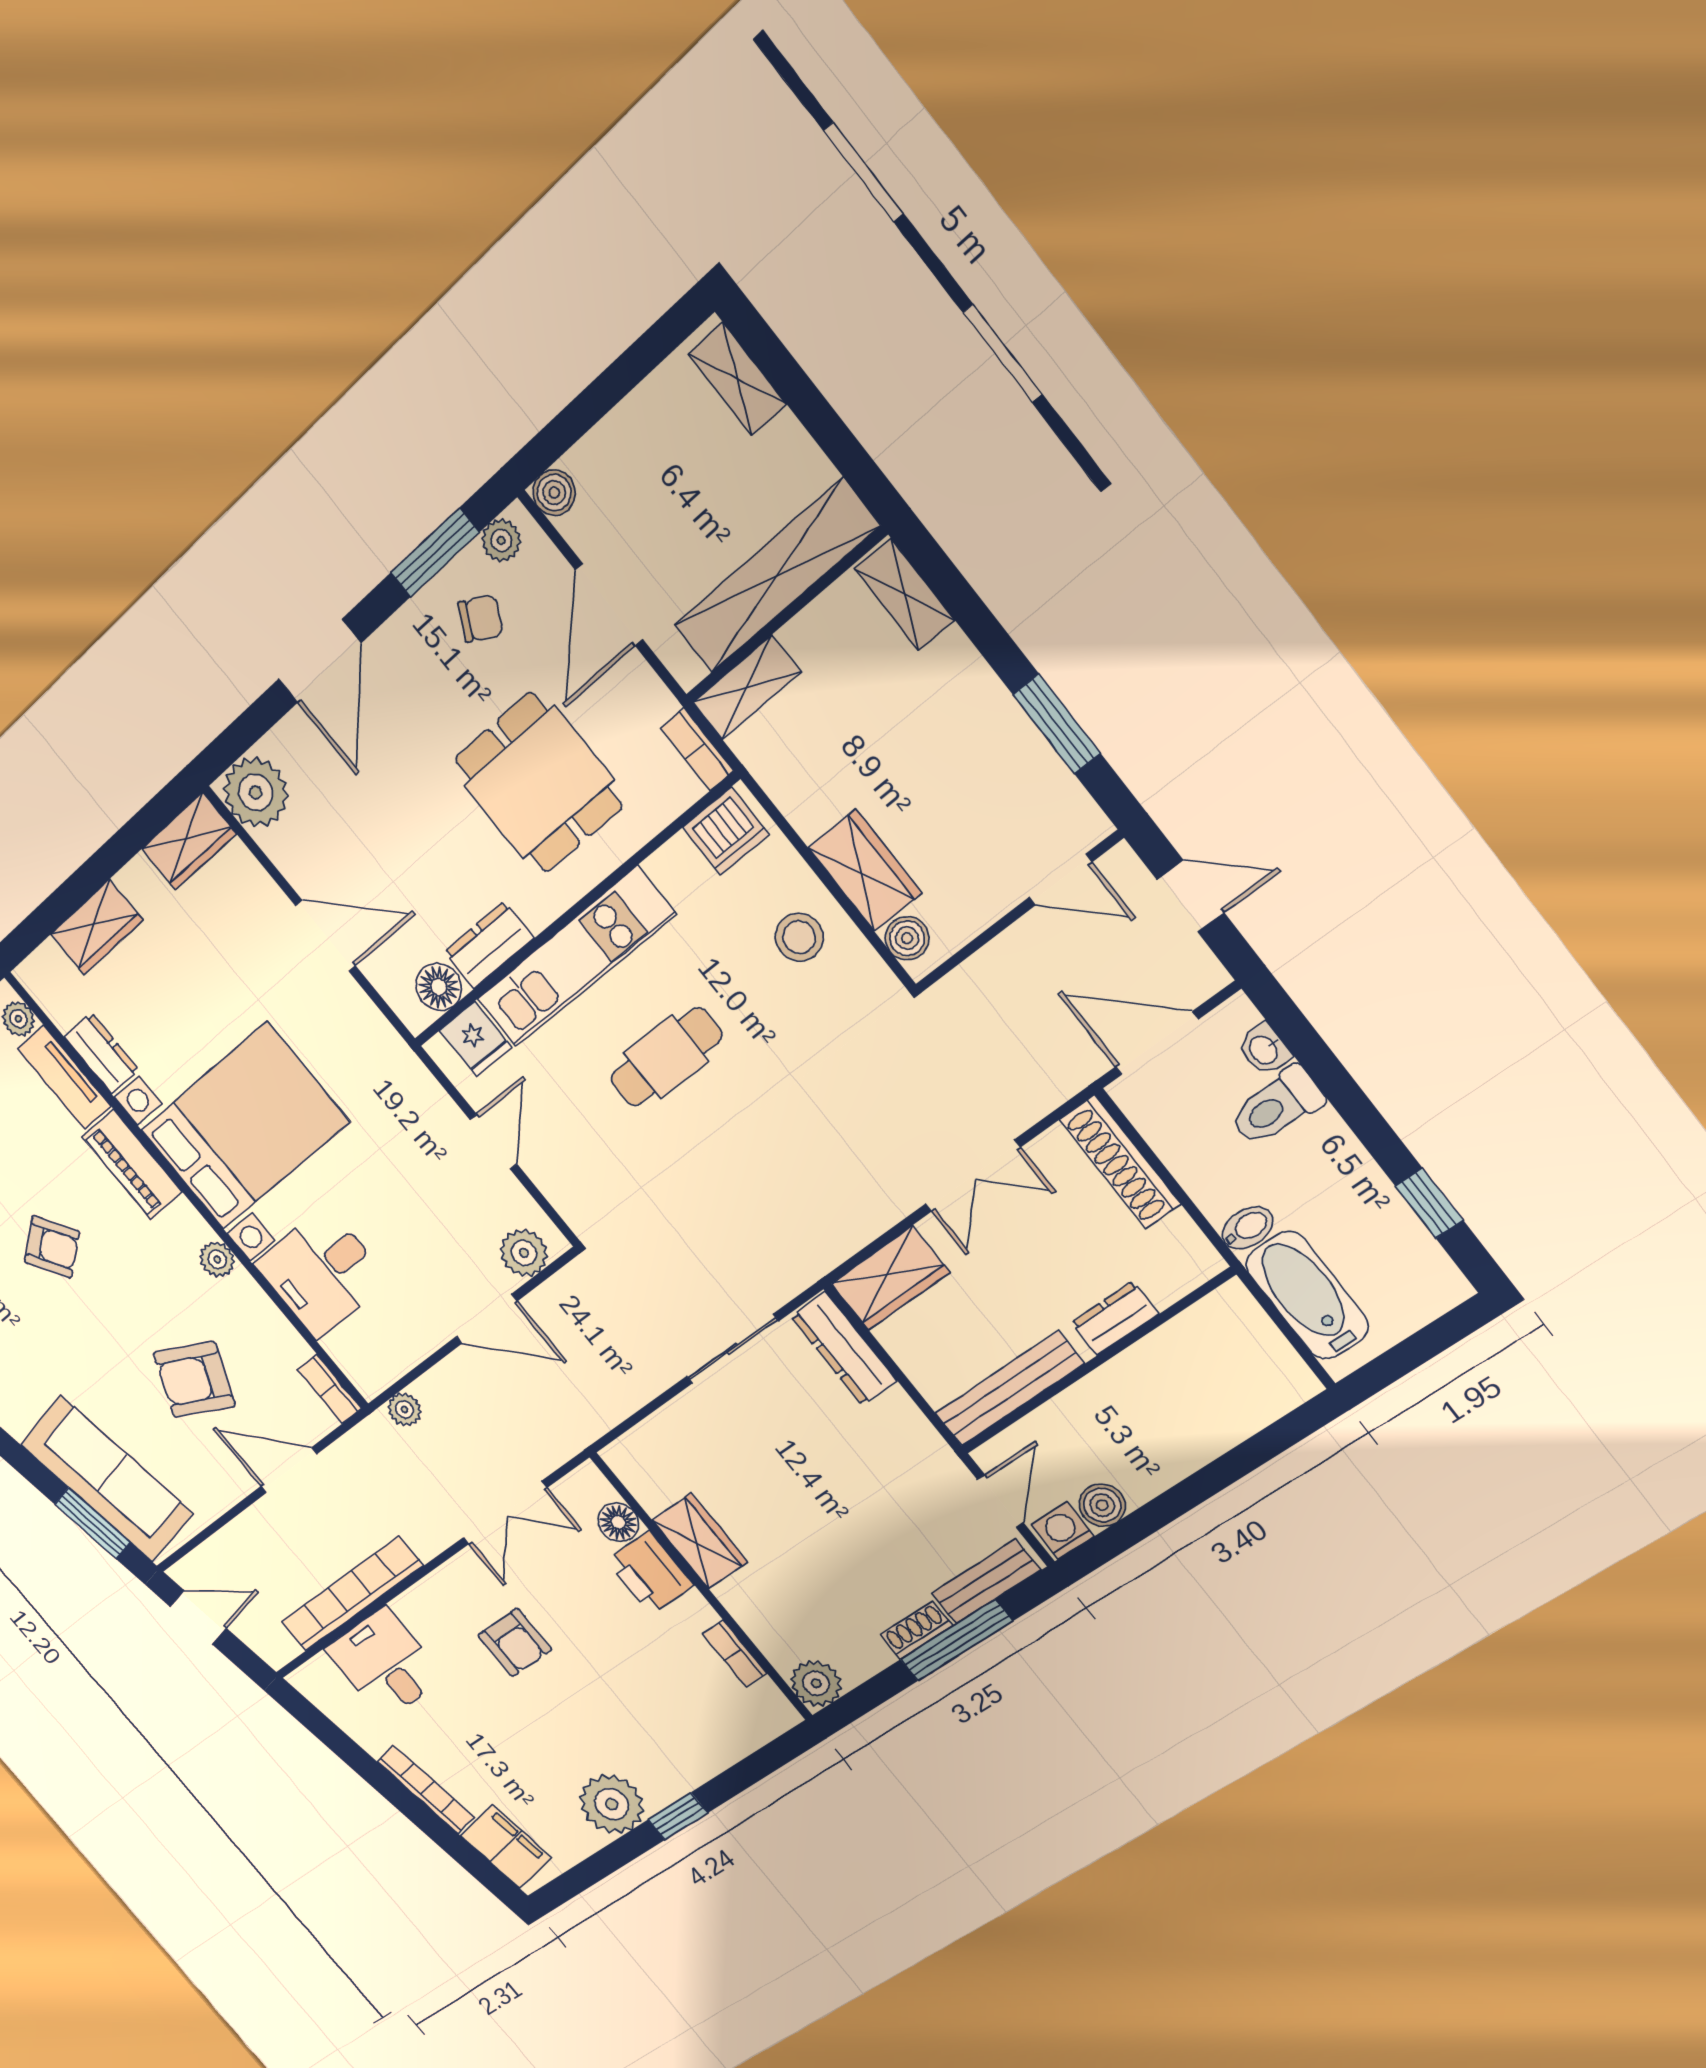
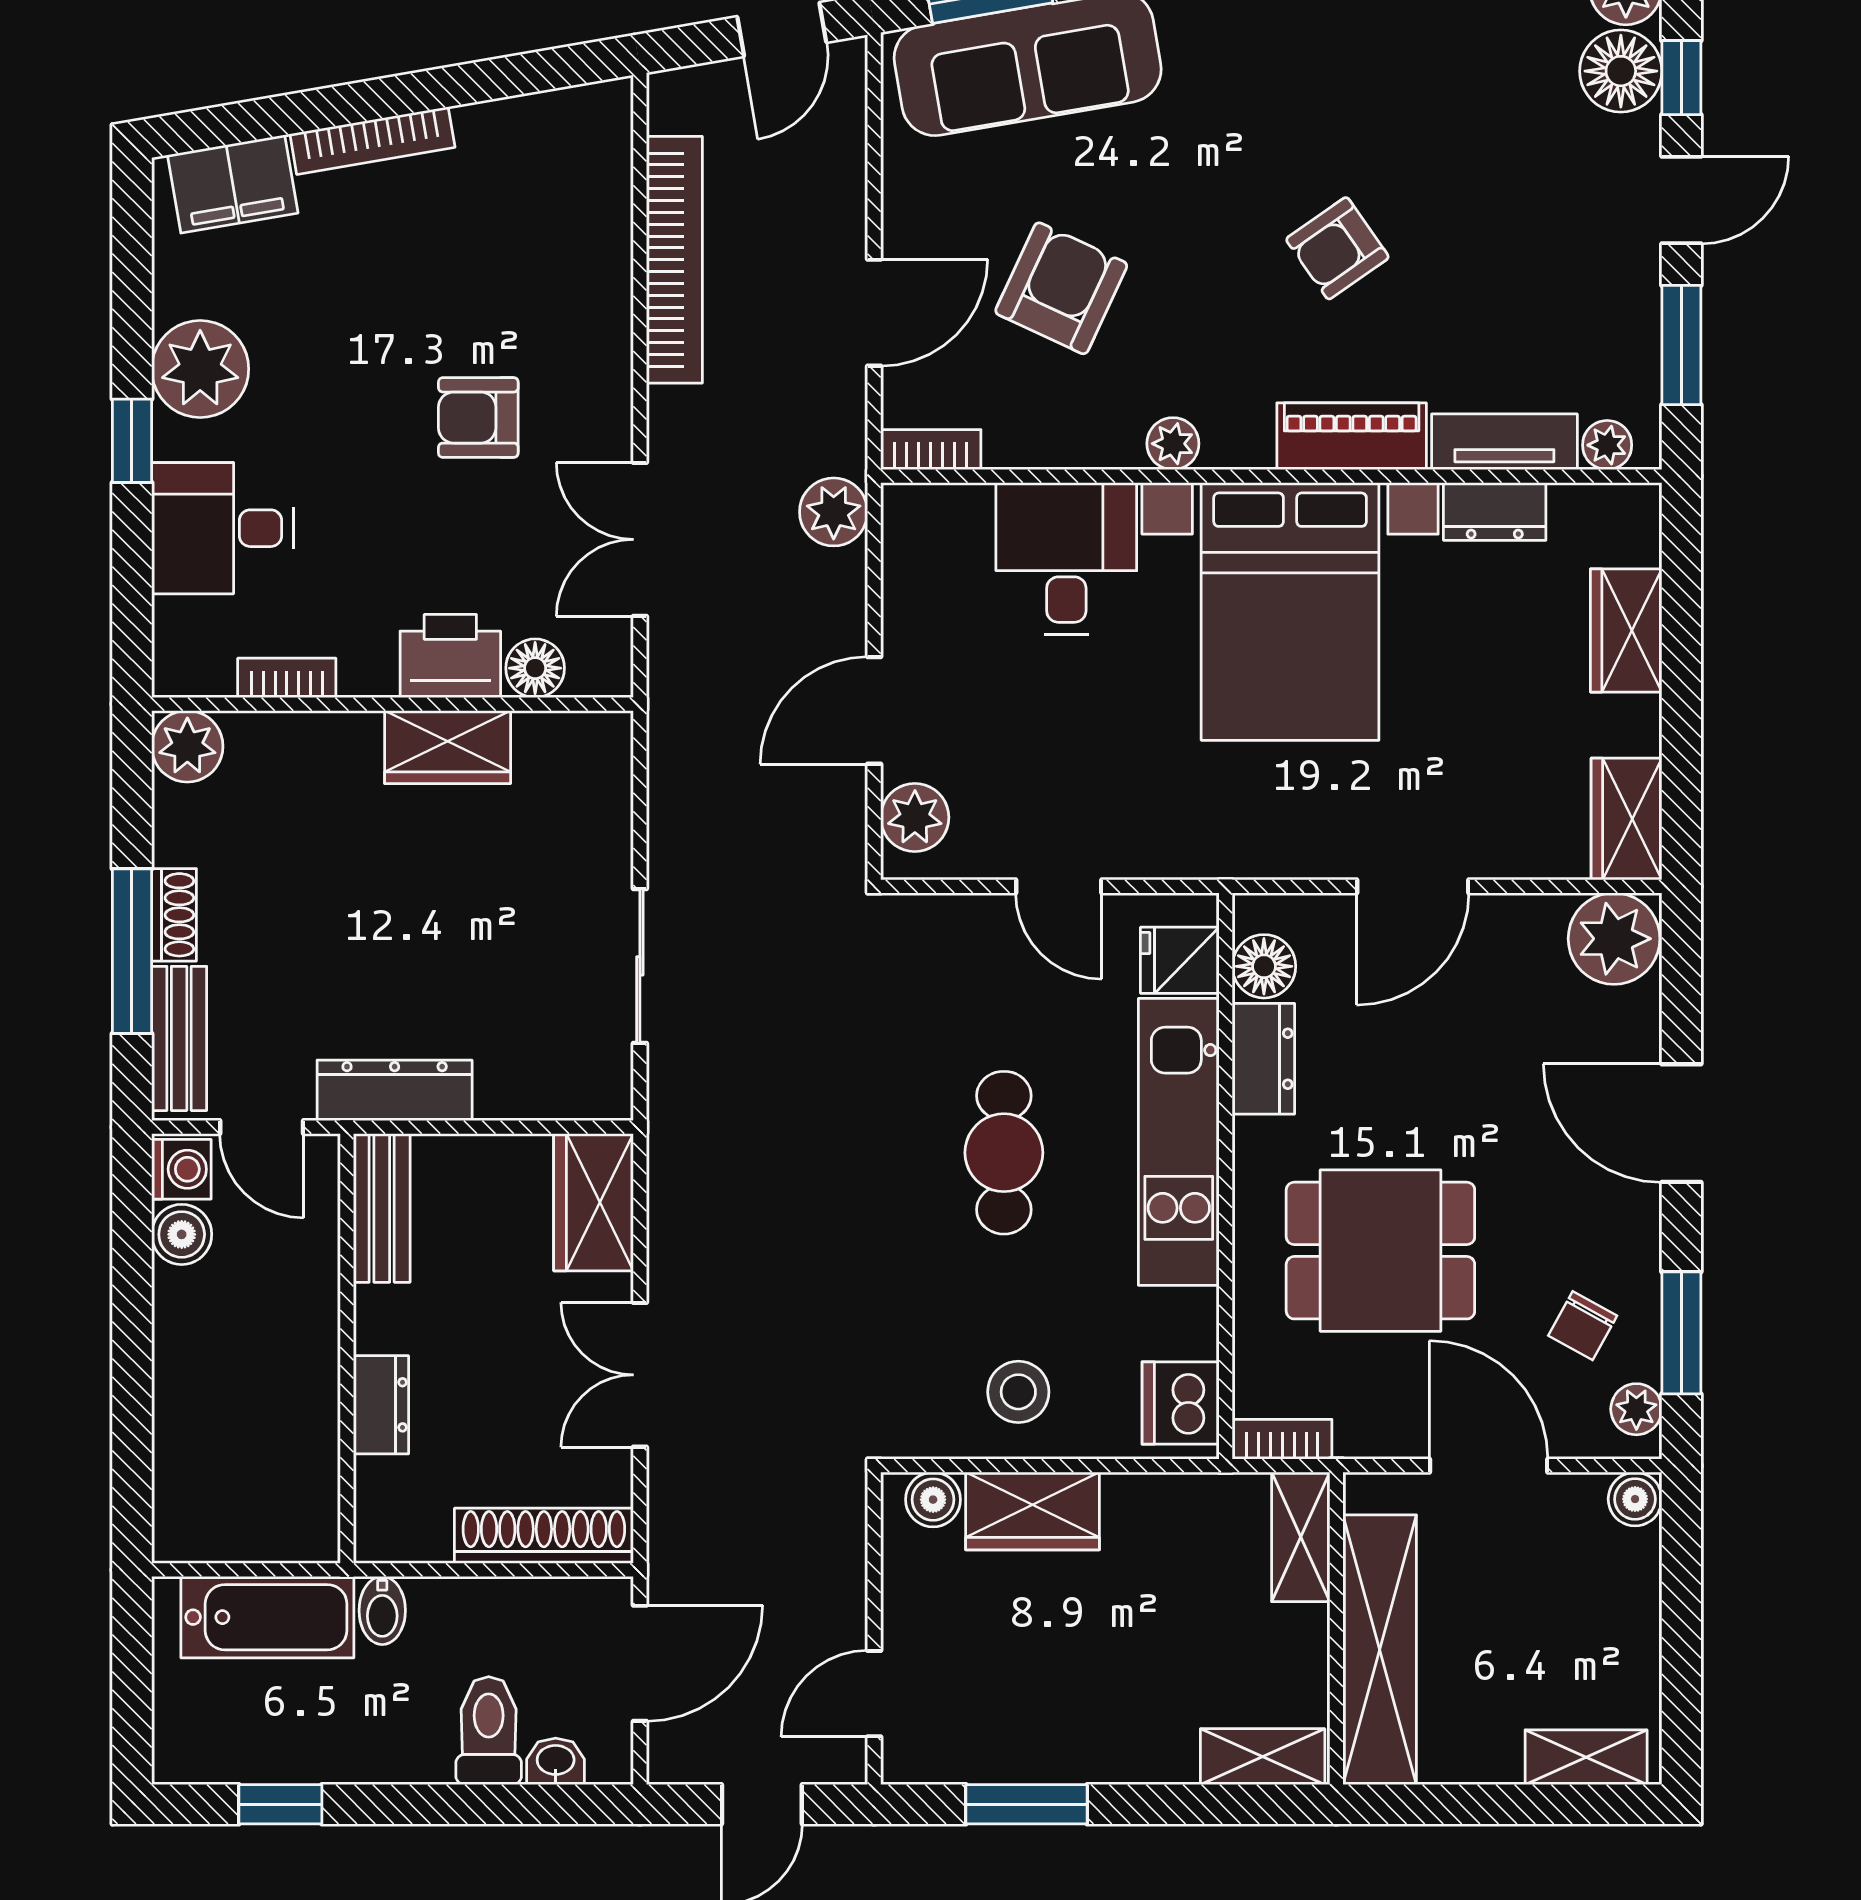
dresser: (844, 1349) -> (395, 1090), moved
bench: (1009, 1389) -> (382, 1208), width x0.73
plant: (404, 1409) -> (834, 512), width x1.38, depth x1.38
desk: (385, 1663) -> (222, 528), moved, turned 180

